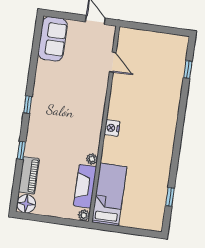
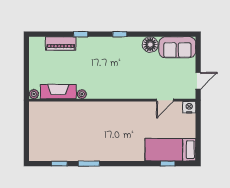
nightstand: (112, 128) -> (189, 107), moved
window: (175, 162) -> (89, 164), added
bed: (109, 195) -> (170, 150), moved, turned 180
floor lamp: (26, 204) -> (150, 45), moved

